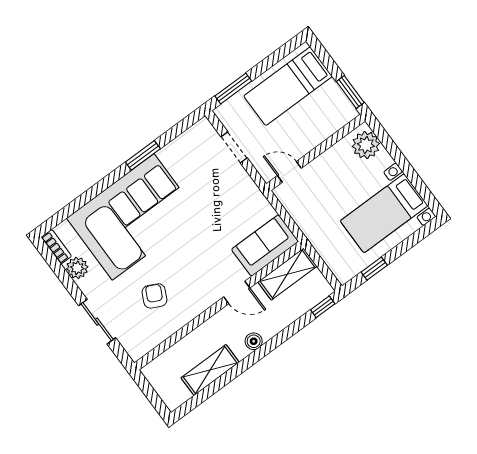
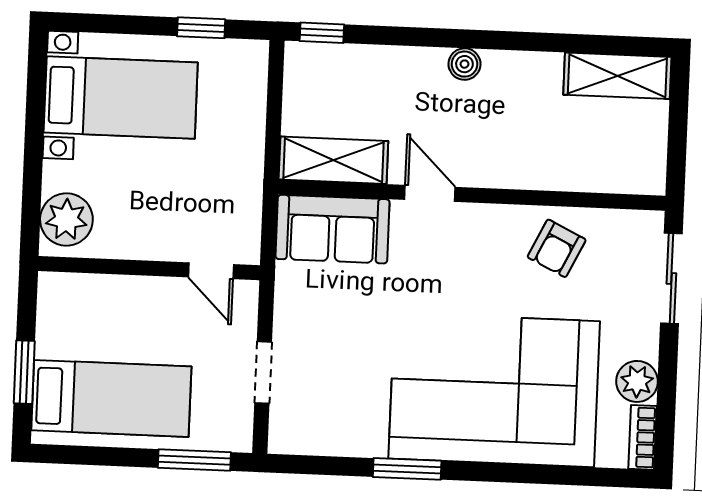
window: (350, 92) -> (24, 372), moved
sofa: (265, 245) -> (332, 229), moved
shelving: (287, 274) -> (333, 160), moved
door: (237, 292) -> (430, 193), moved
wall: (219, 306) -> (472, 195), moved
shelving: (210, 370) -> (617, 76), moved

